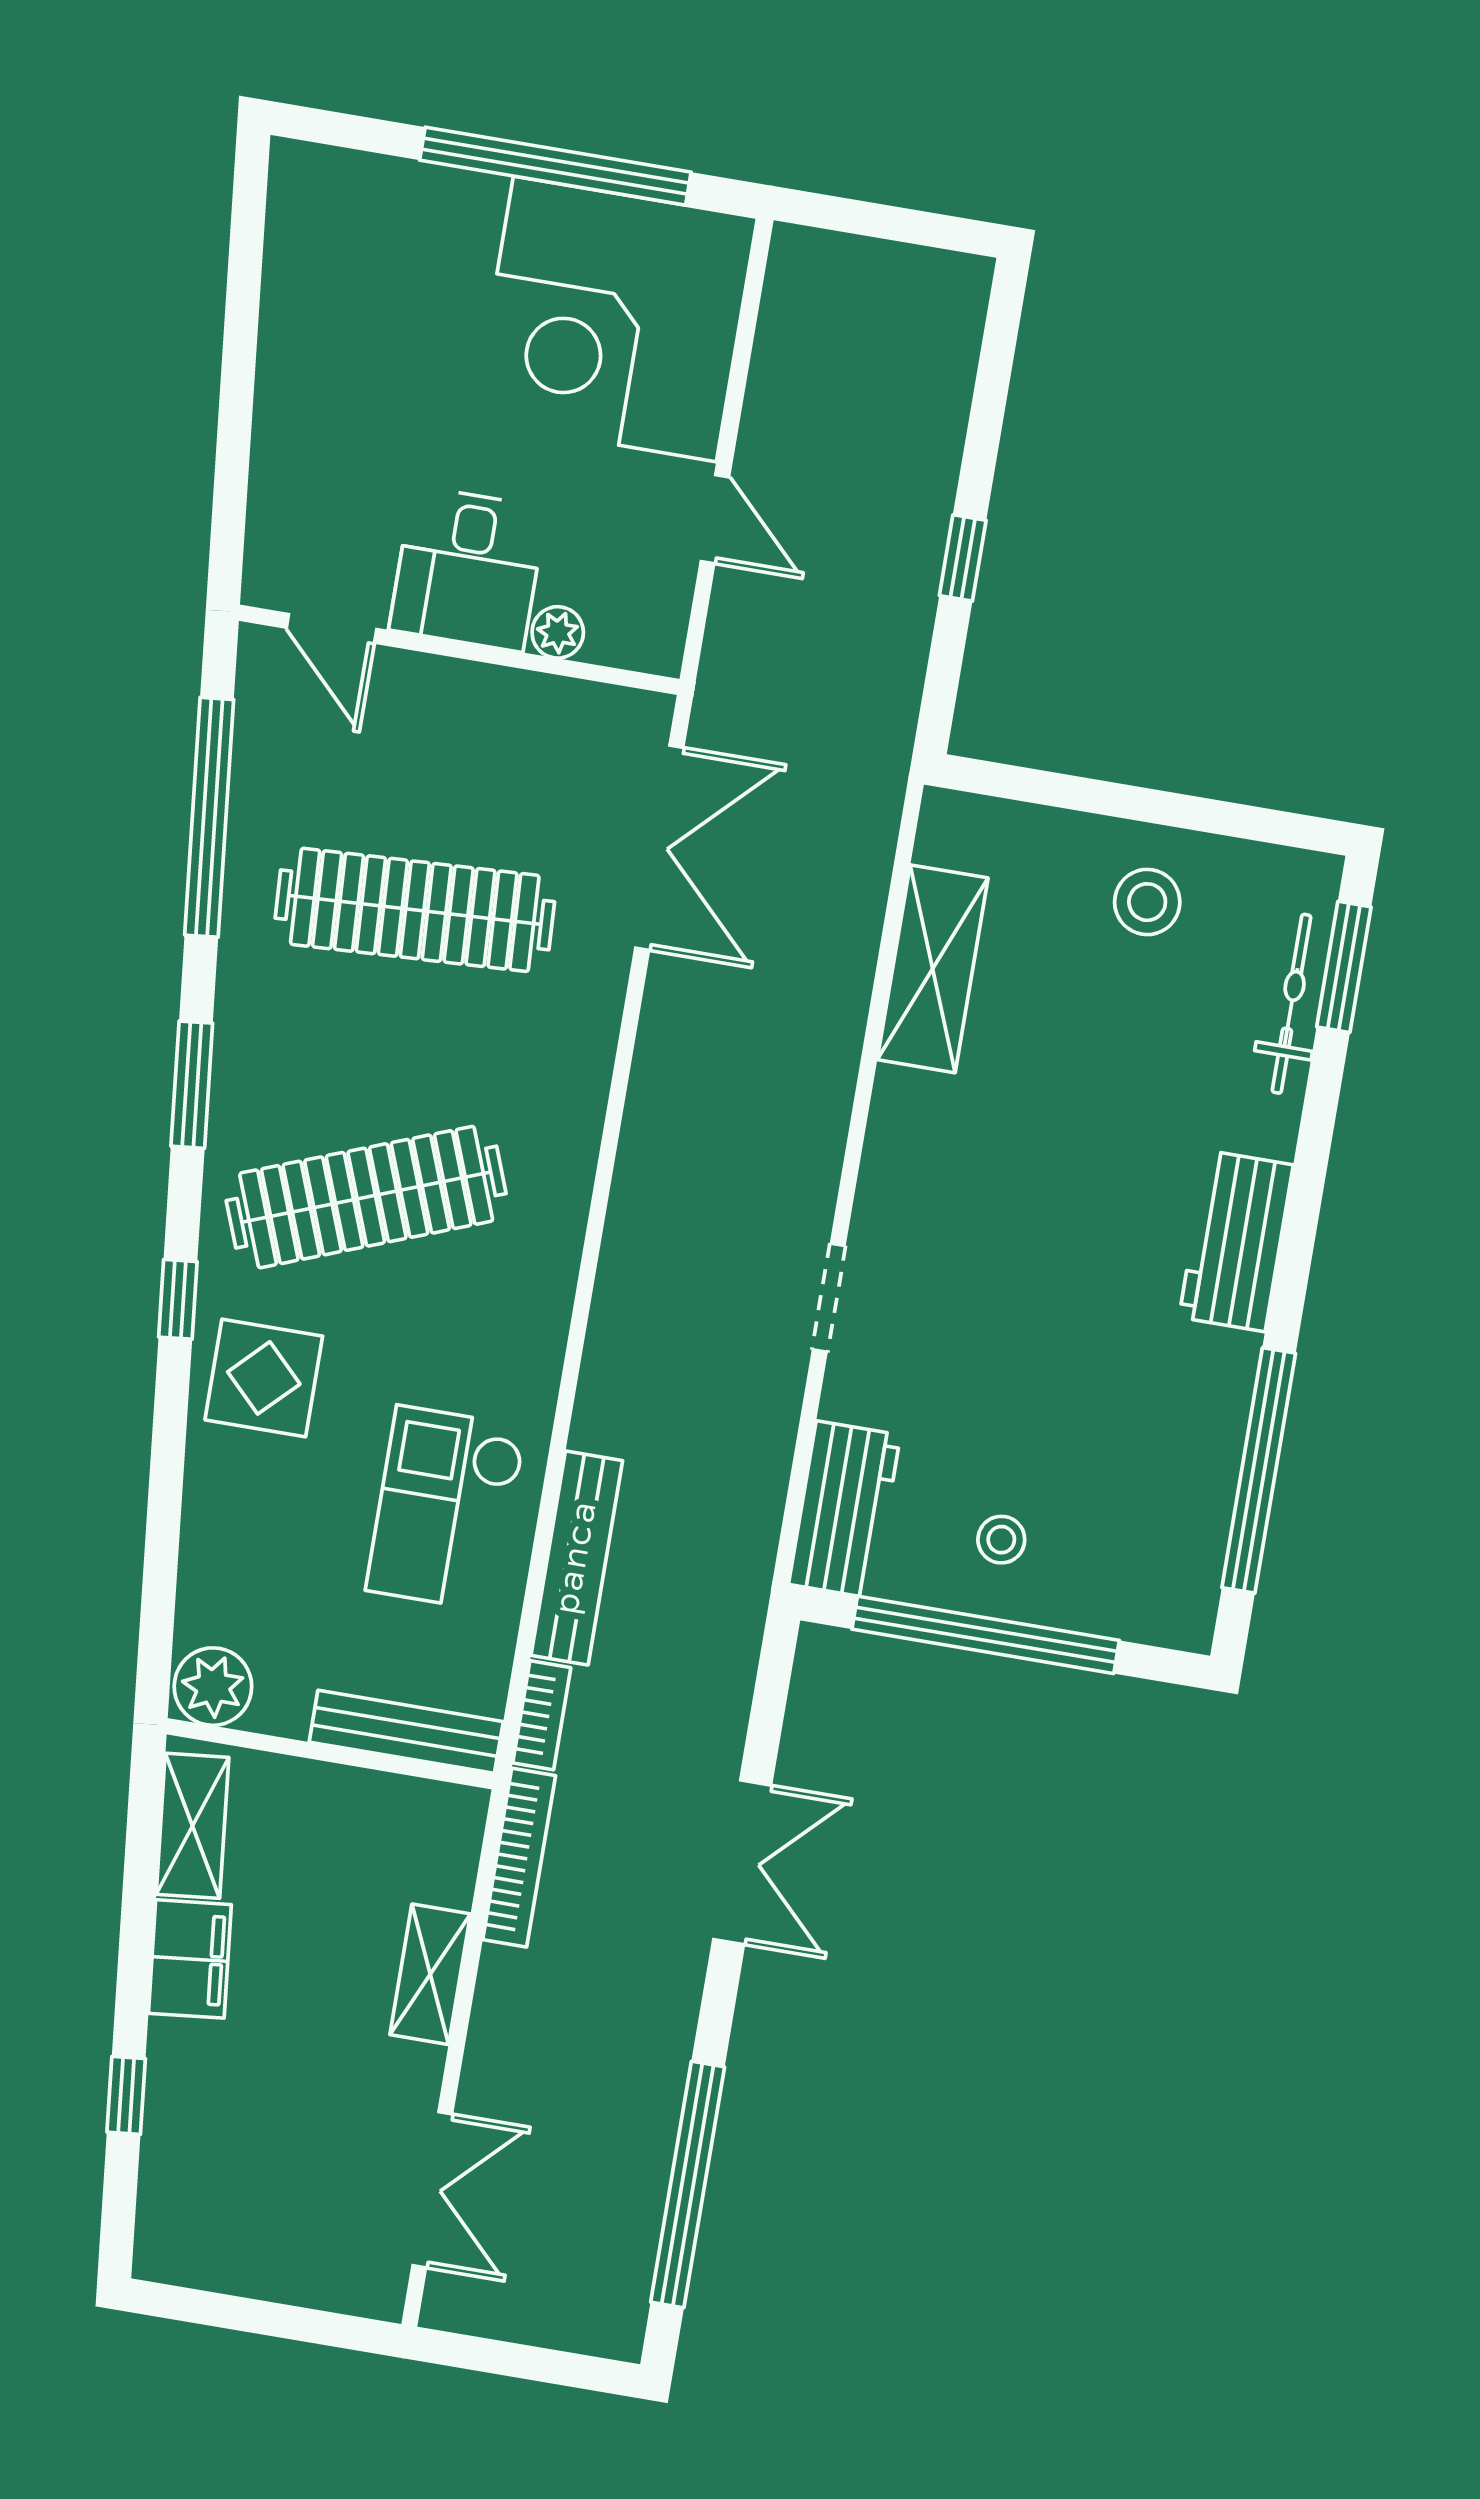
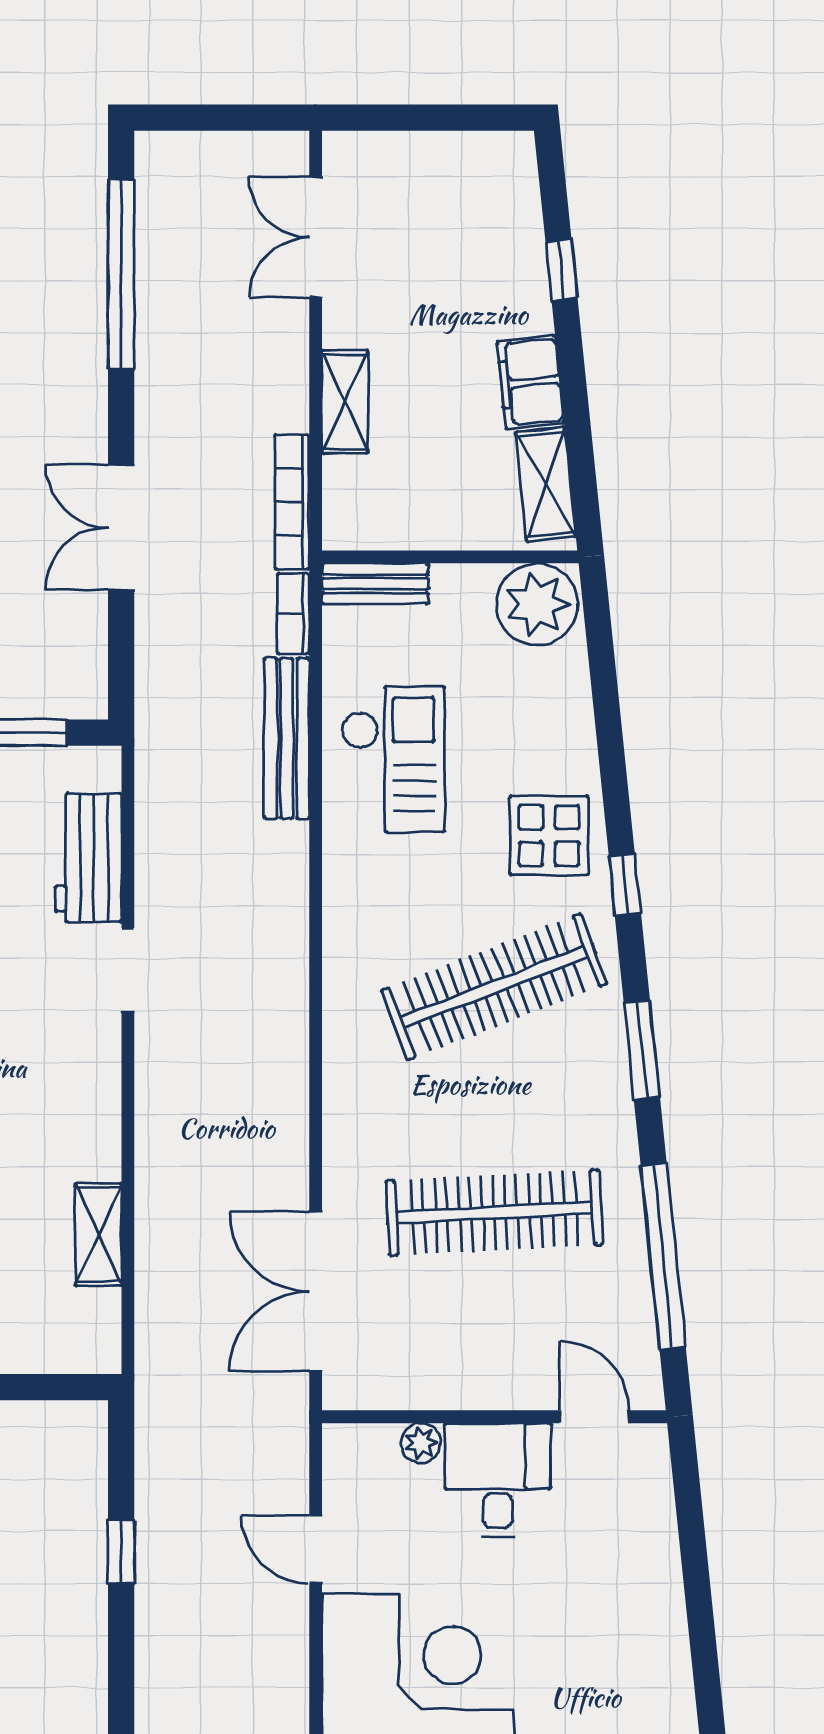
shelving: (933, 969) -> (99, 1234), width x0.67, depth x0.75
workbench: (845, 1510) -> (88, 858), moved
plant: (213, 1687) -> (537, 604), width x1.36, depth x1.36
bench: (406, 1732) -> (375, 584), width x0.73

